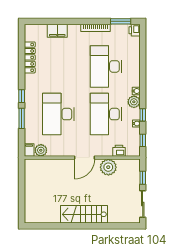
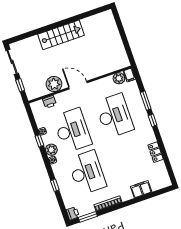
locker: (30, 57) -> (156, 152), width x0.66
window: (143, 140) -> (55, 185), moved
door: (85, 158) -> (78, 85), hinge flipped

